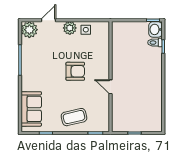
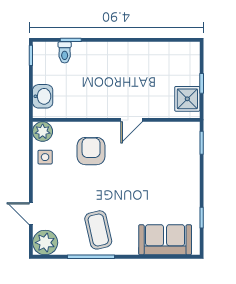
plant: (70, 28) -> (43, 132), moved
washbasin: (155, 29) -> (43, 96), moved, turned -90
armchair: (75, 71) -> (91, 151), moved
coffee table: (74, 117) -> (98, 230), moved
shower: (124, 124) -> (187, 99), added

